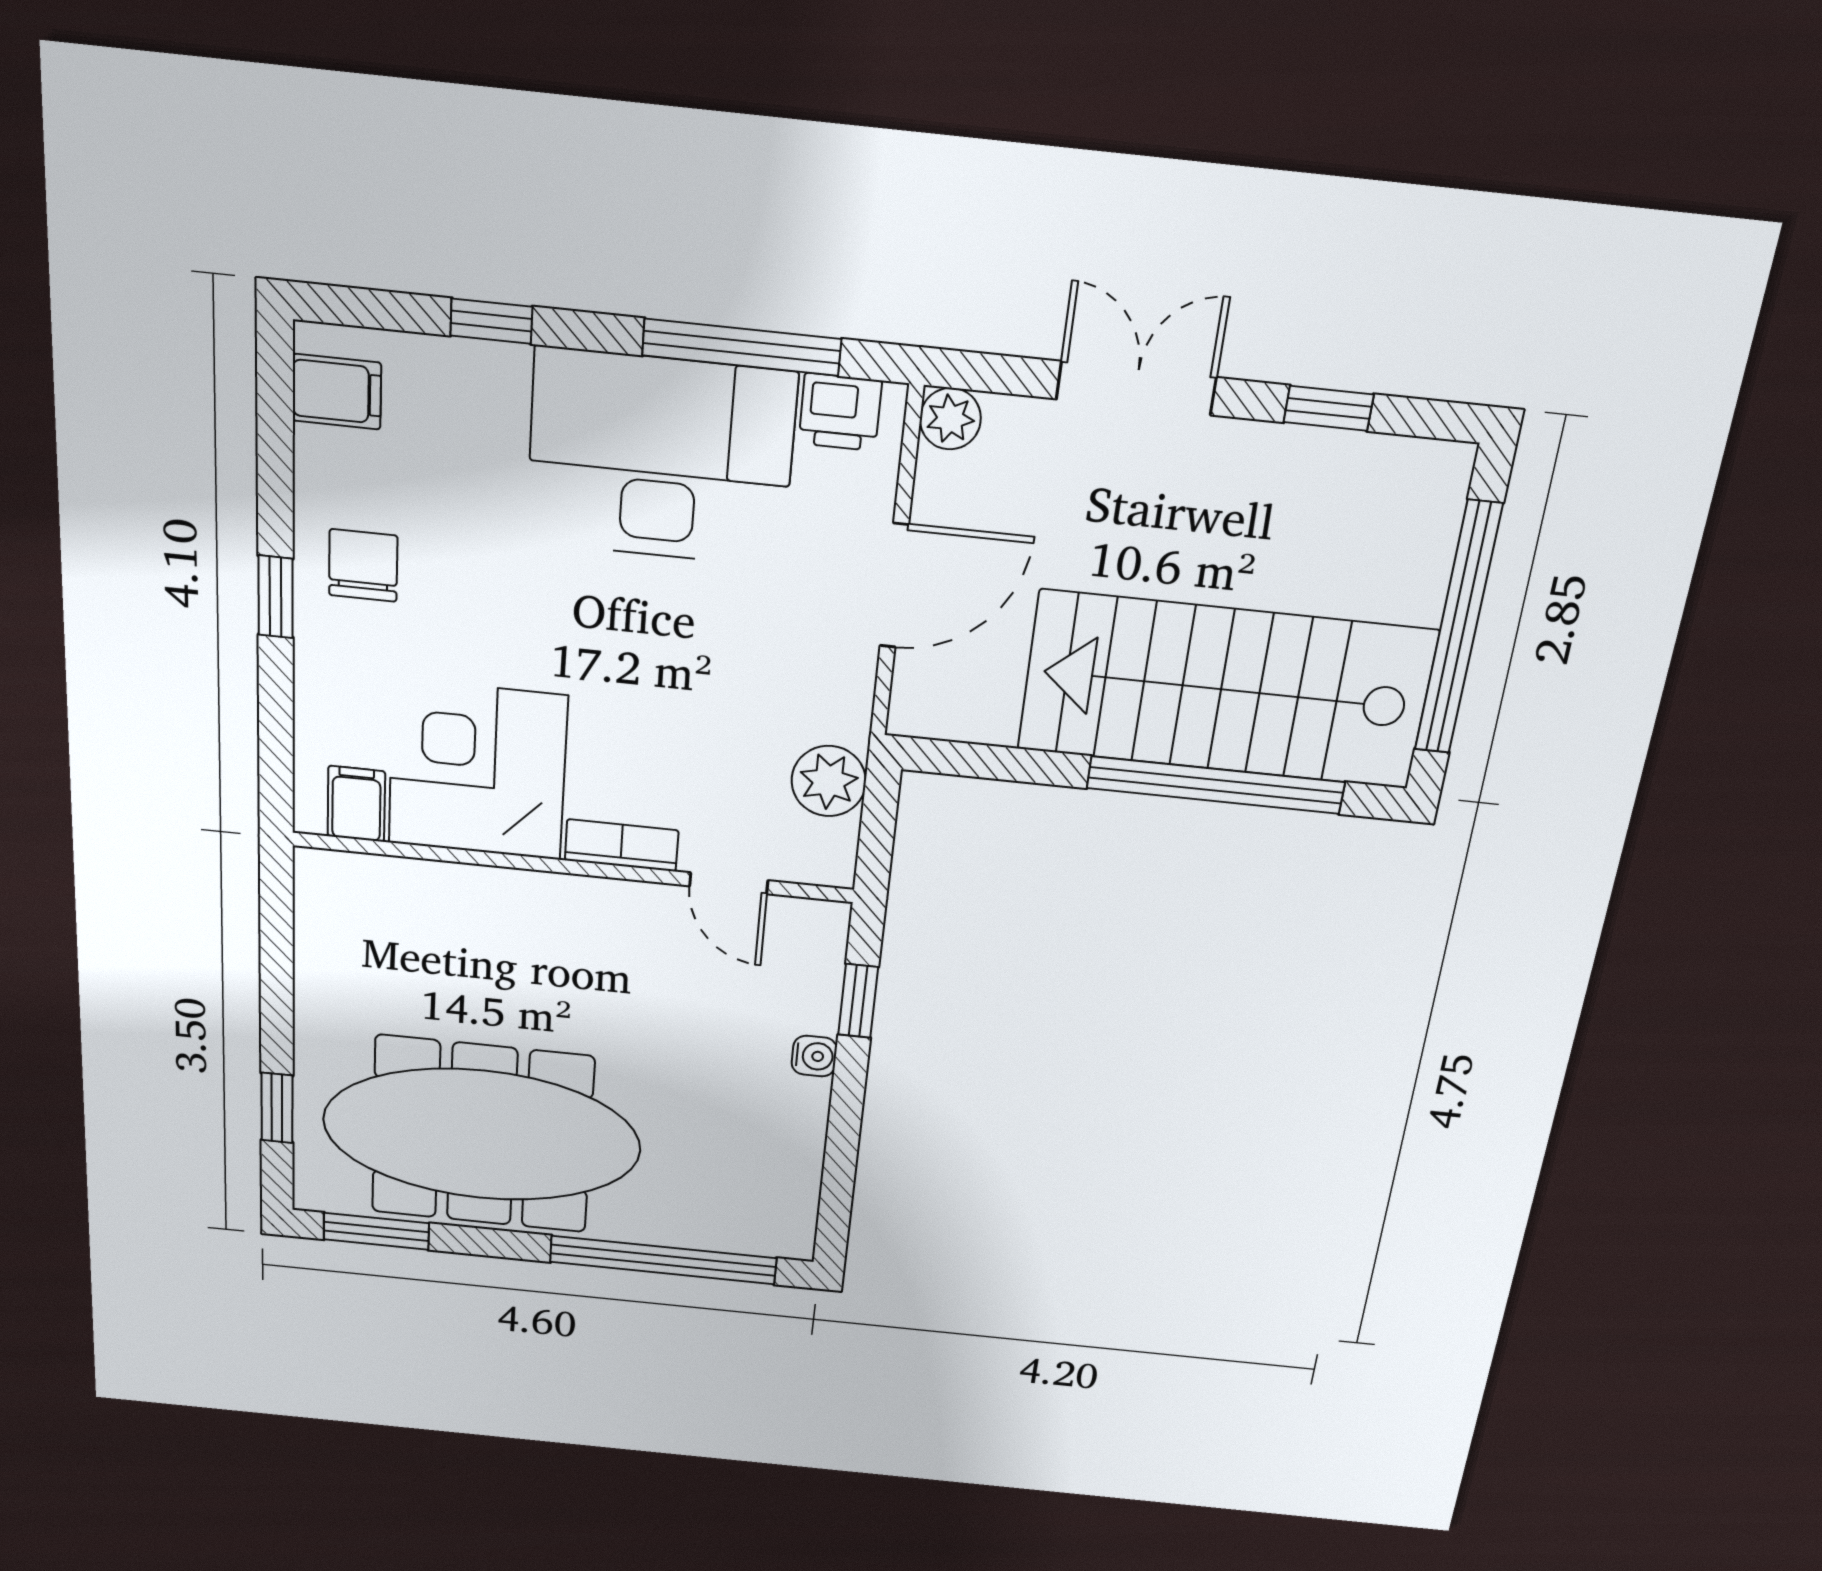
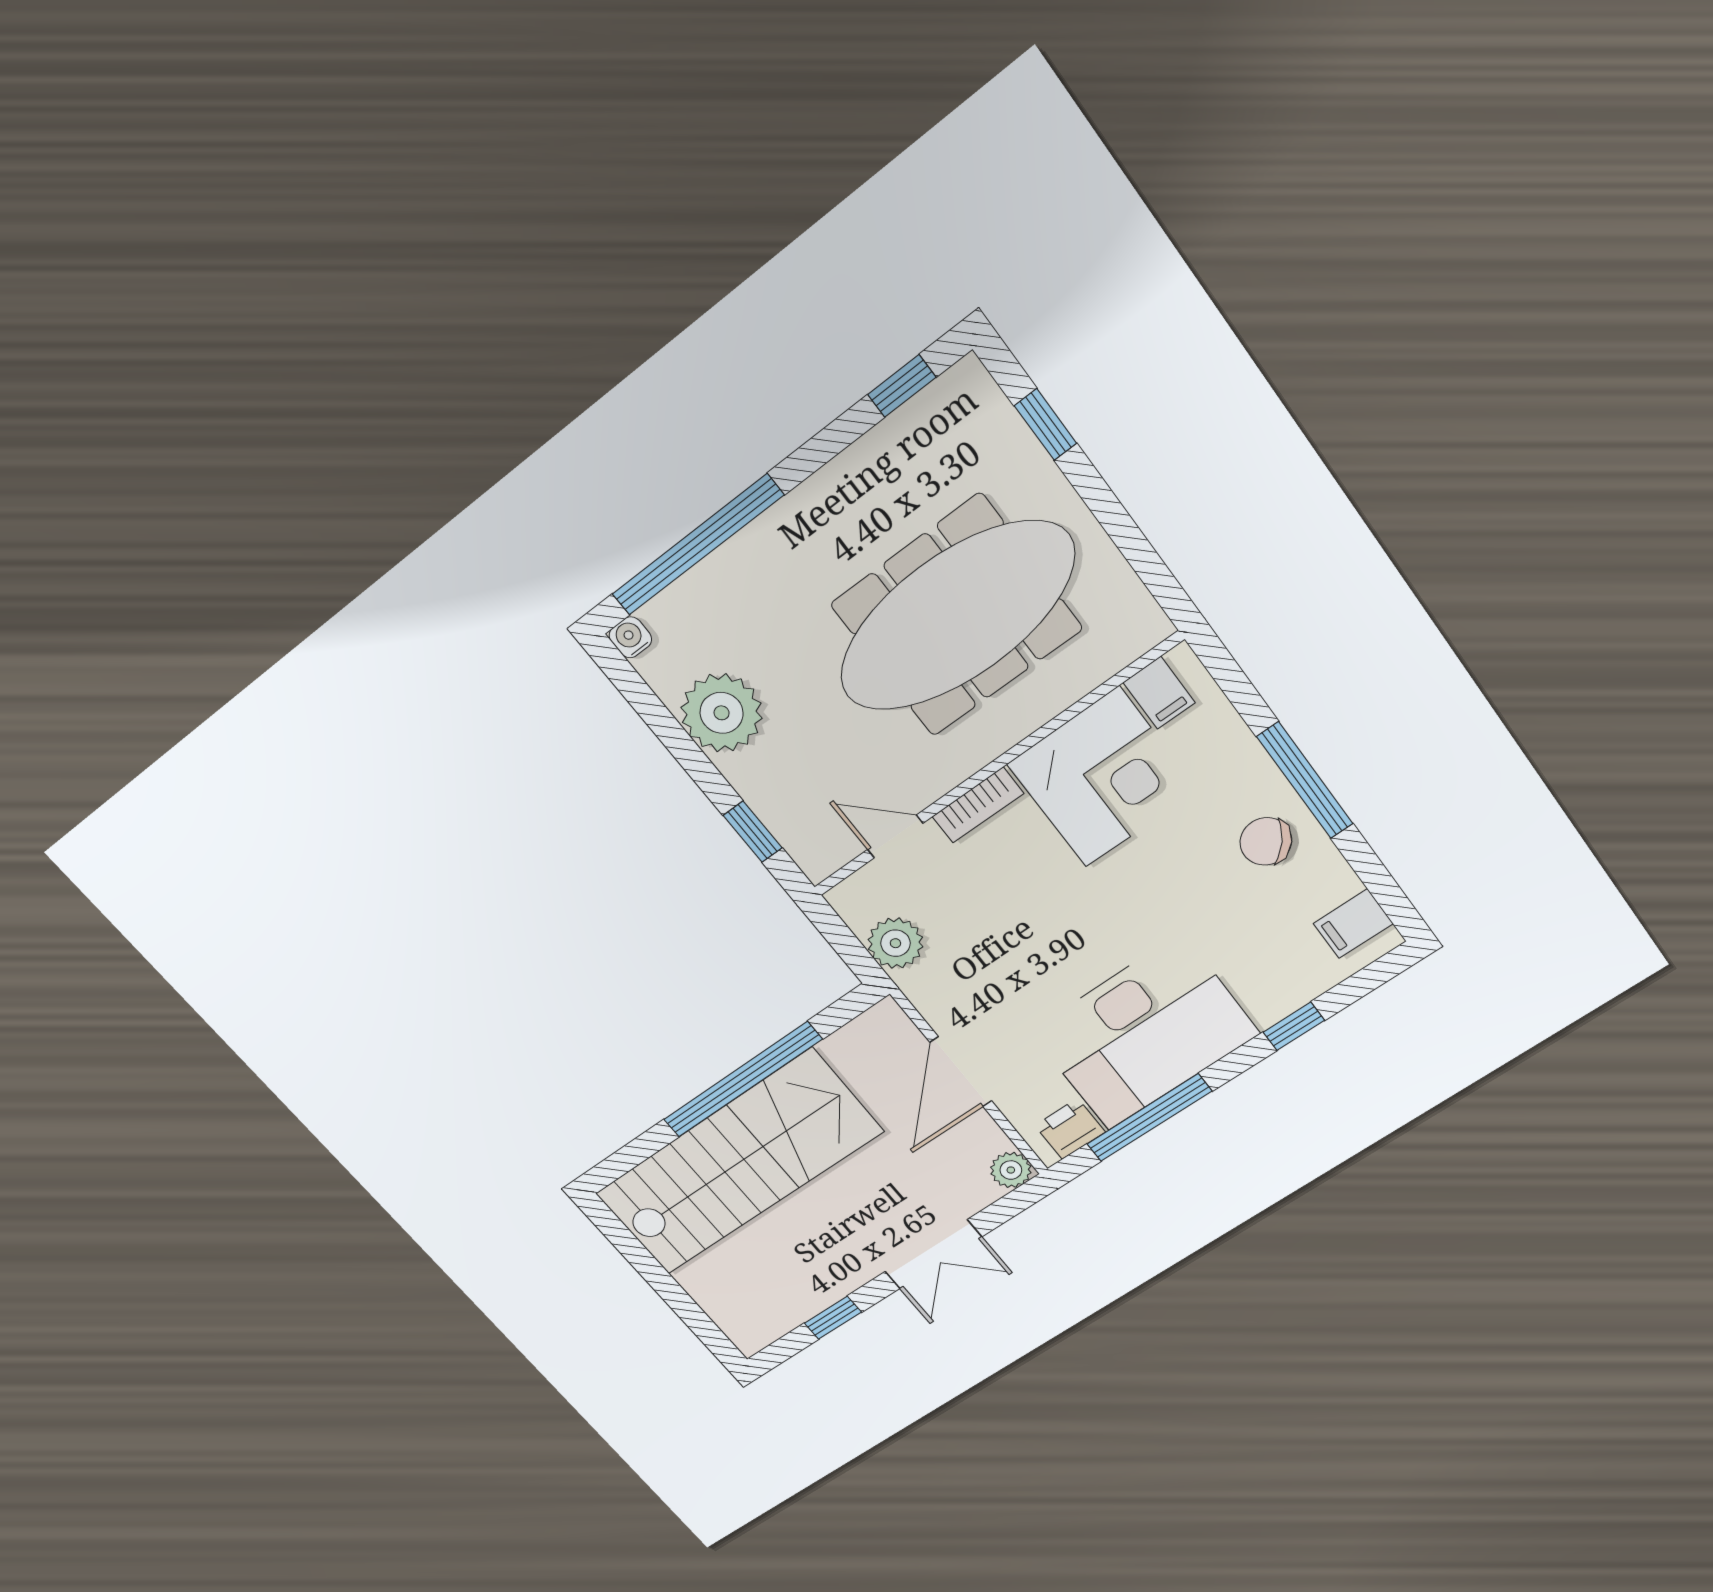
chair: (363, 565) -> (1266, 841), turned 128
window: (276, 597) -> (1305, 780), width x2.17
window: (1458, 629) -> (661, 1281), removed
window: (1216, 785) -> (742, 1080), moved
water cooler: (814, 1056) -> (630, 637), moved, turned 90
plant: (780, 1121) -> (722, 713), added
meeting table: (482, 1135) -> (956, 616), moved
window: (376, 1231) -> (902, 386), width x0.67

